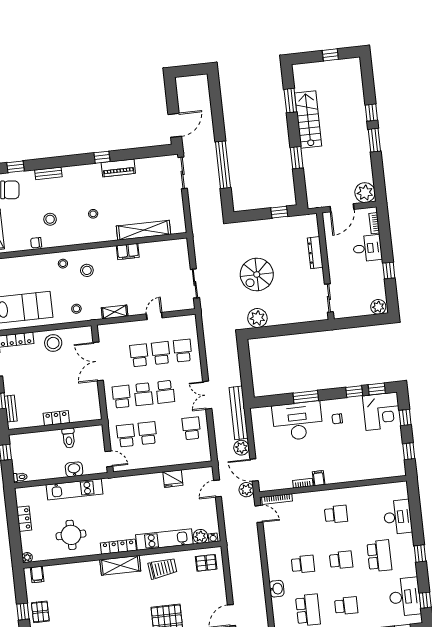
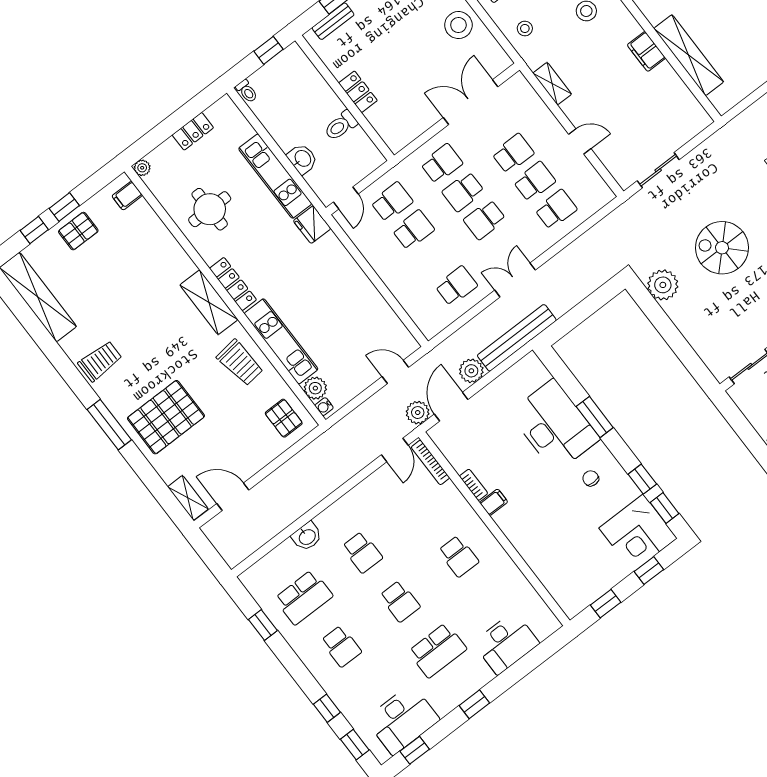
fridge: (173, 479) -> (312, 225), moved

